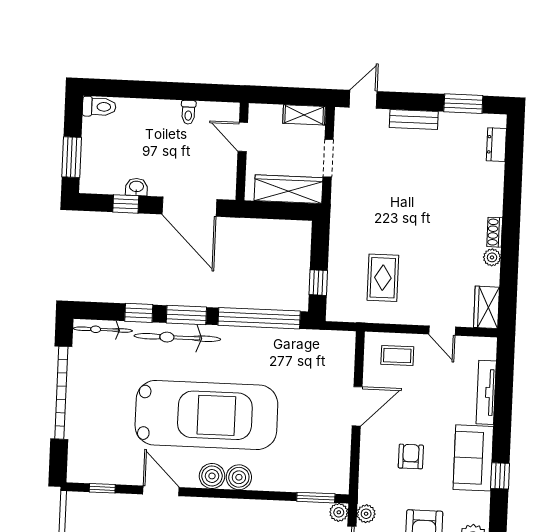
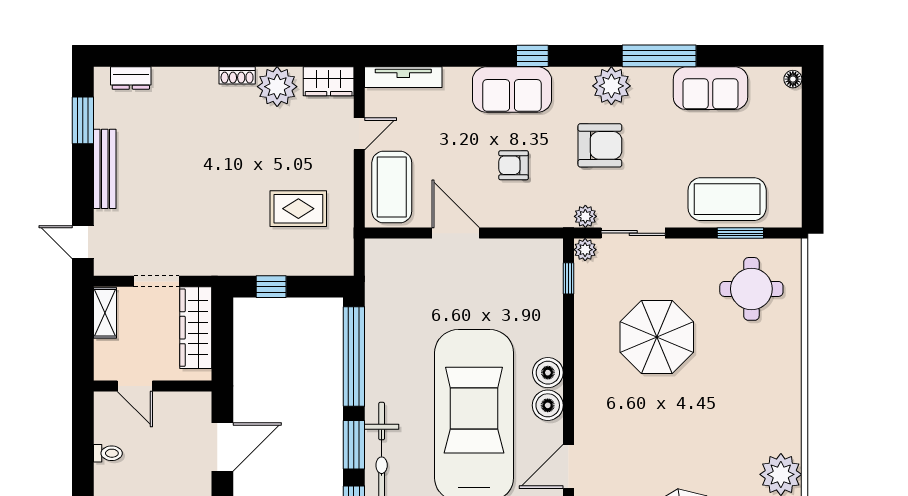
bench: (414, 120) -> (105, 169), width x1.36
door: (243, 137) -> (135, 386), hinge flipped
door: (189, 207) -> (222, 447), width x0.73
plant: (492, 257) -> (277, 87), width x1.88, depth x1.88
window: (318, 283) -> (271, 287), moved
coffee table: (397, 355) -> (392, 187), width x1.86, depth x1.72
tv unit: (486, 392) -> (403, 77), moved
window: (316, 498) -> (568, 278), width x0.67

